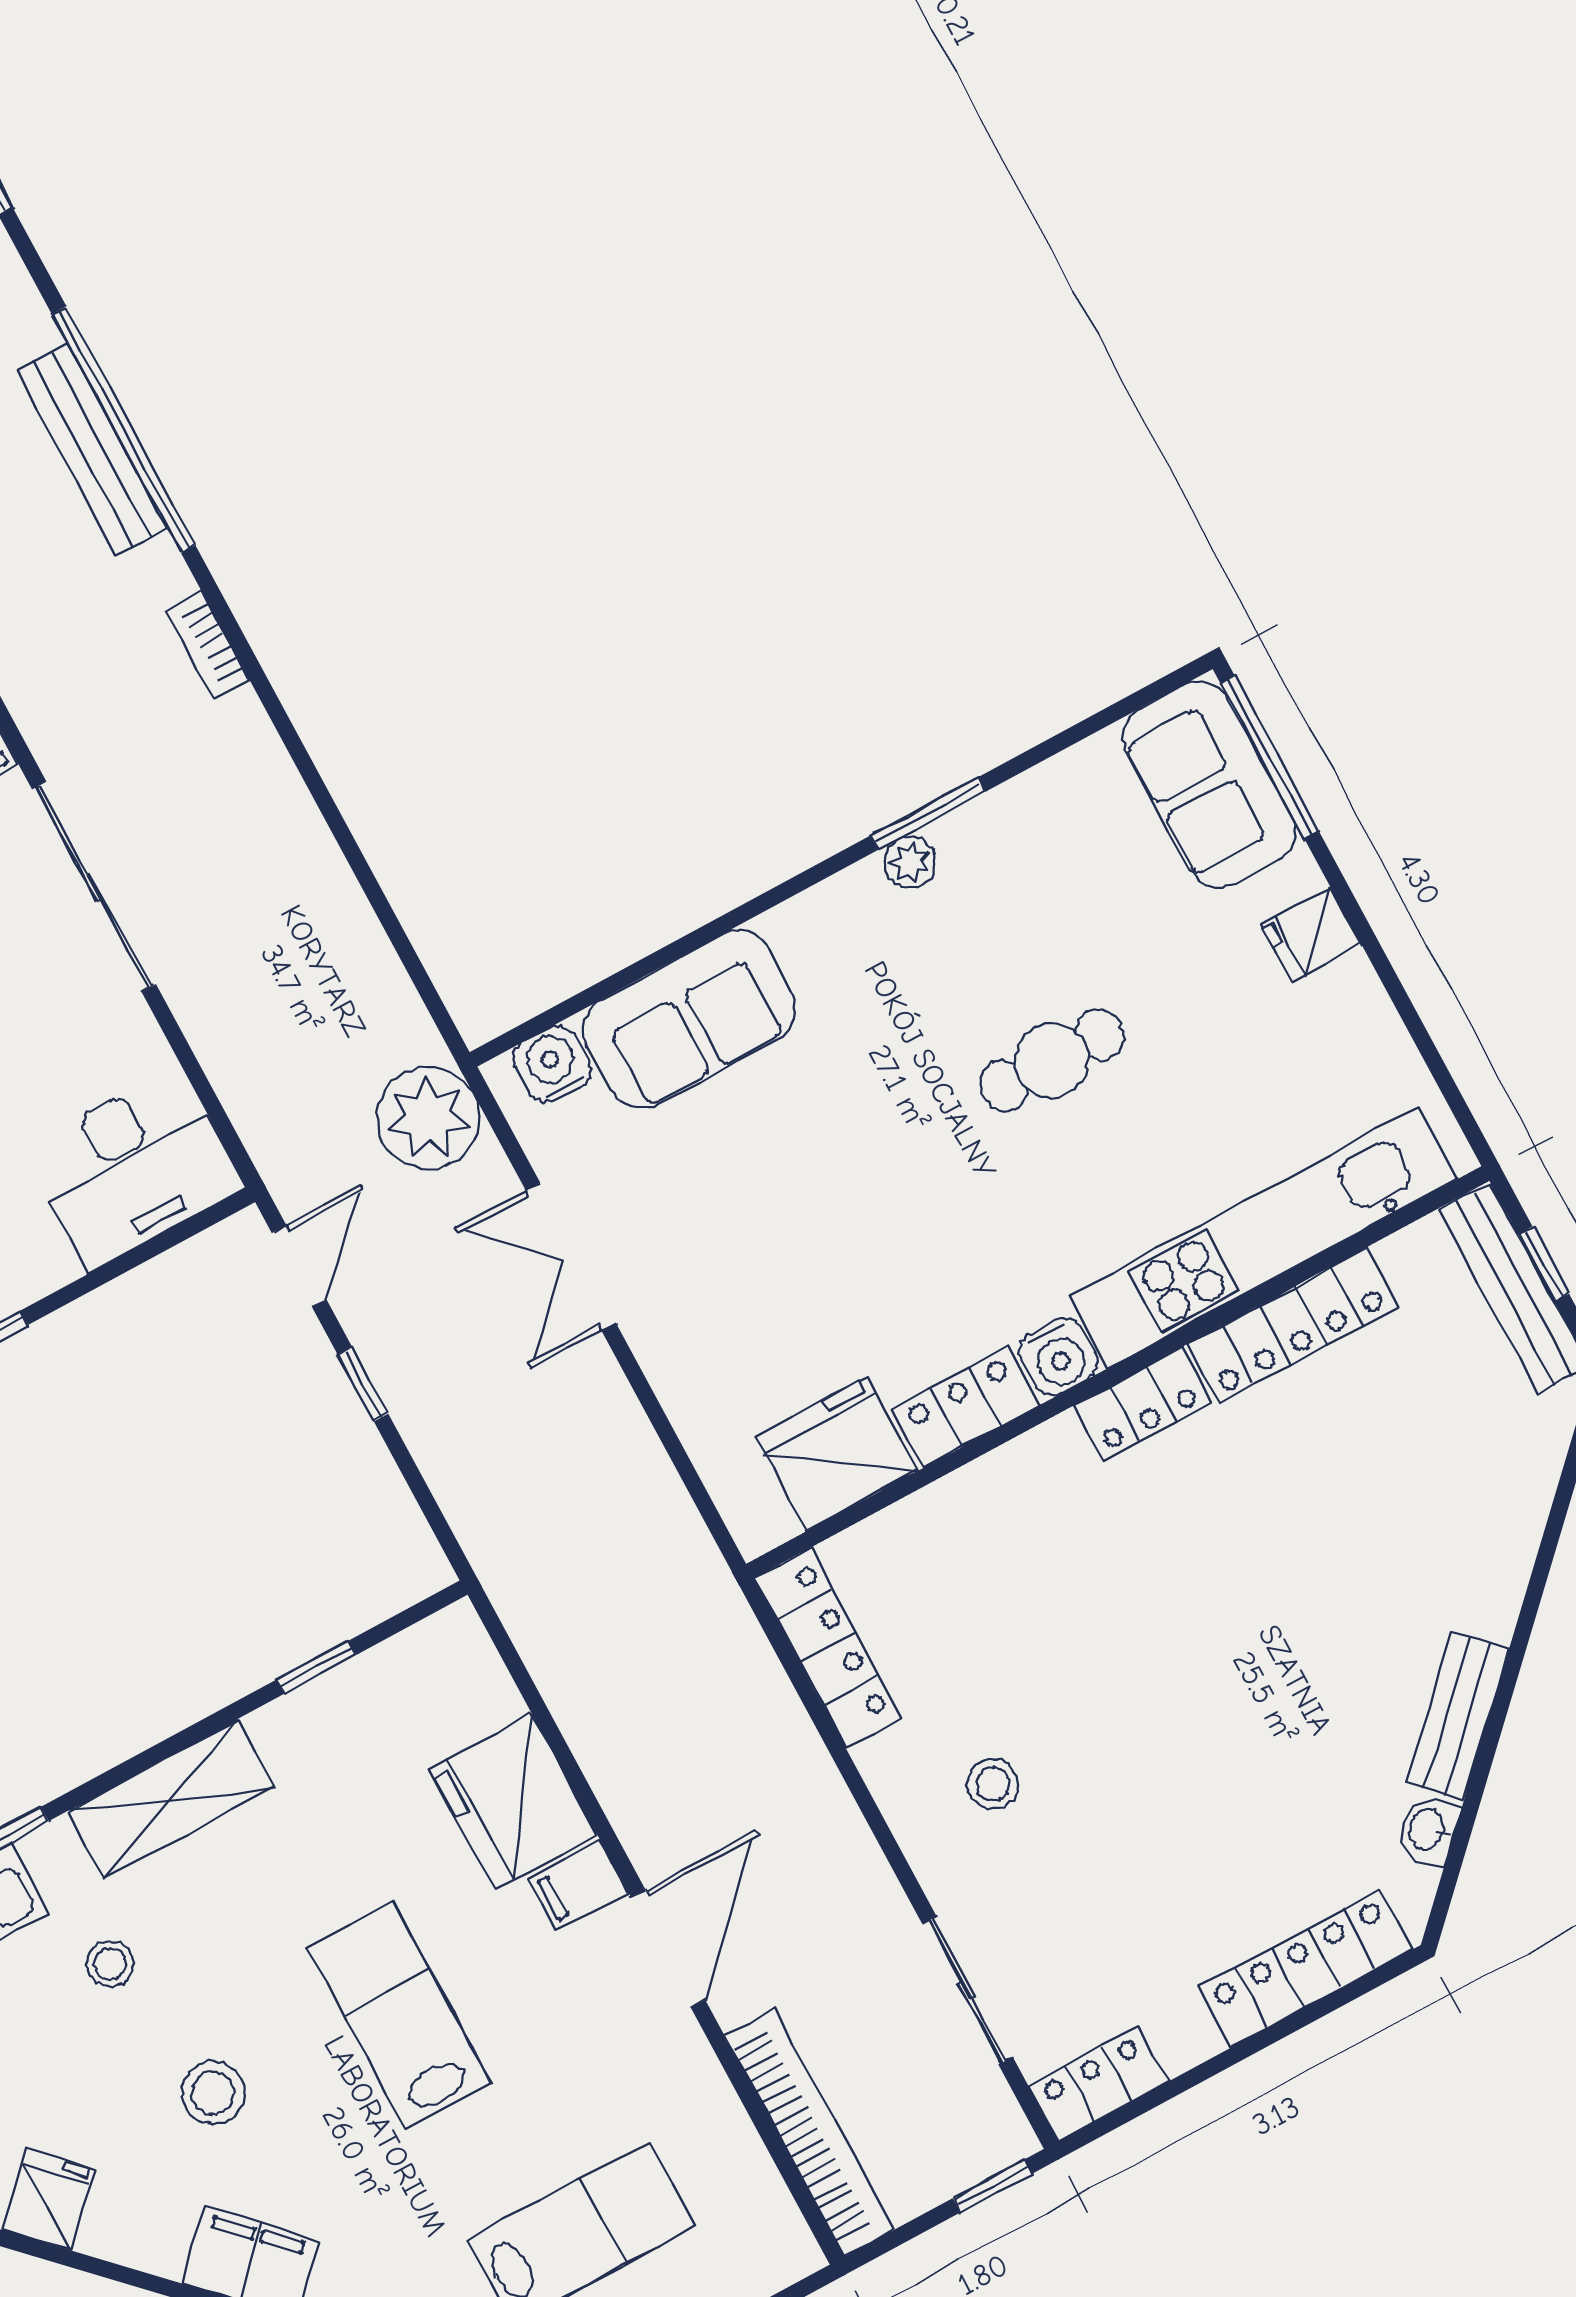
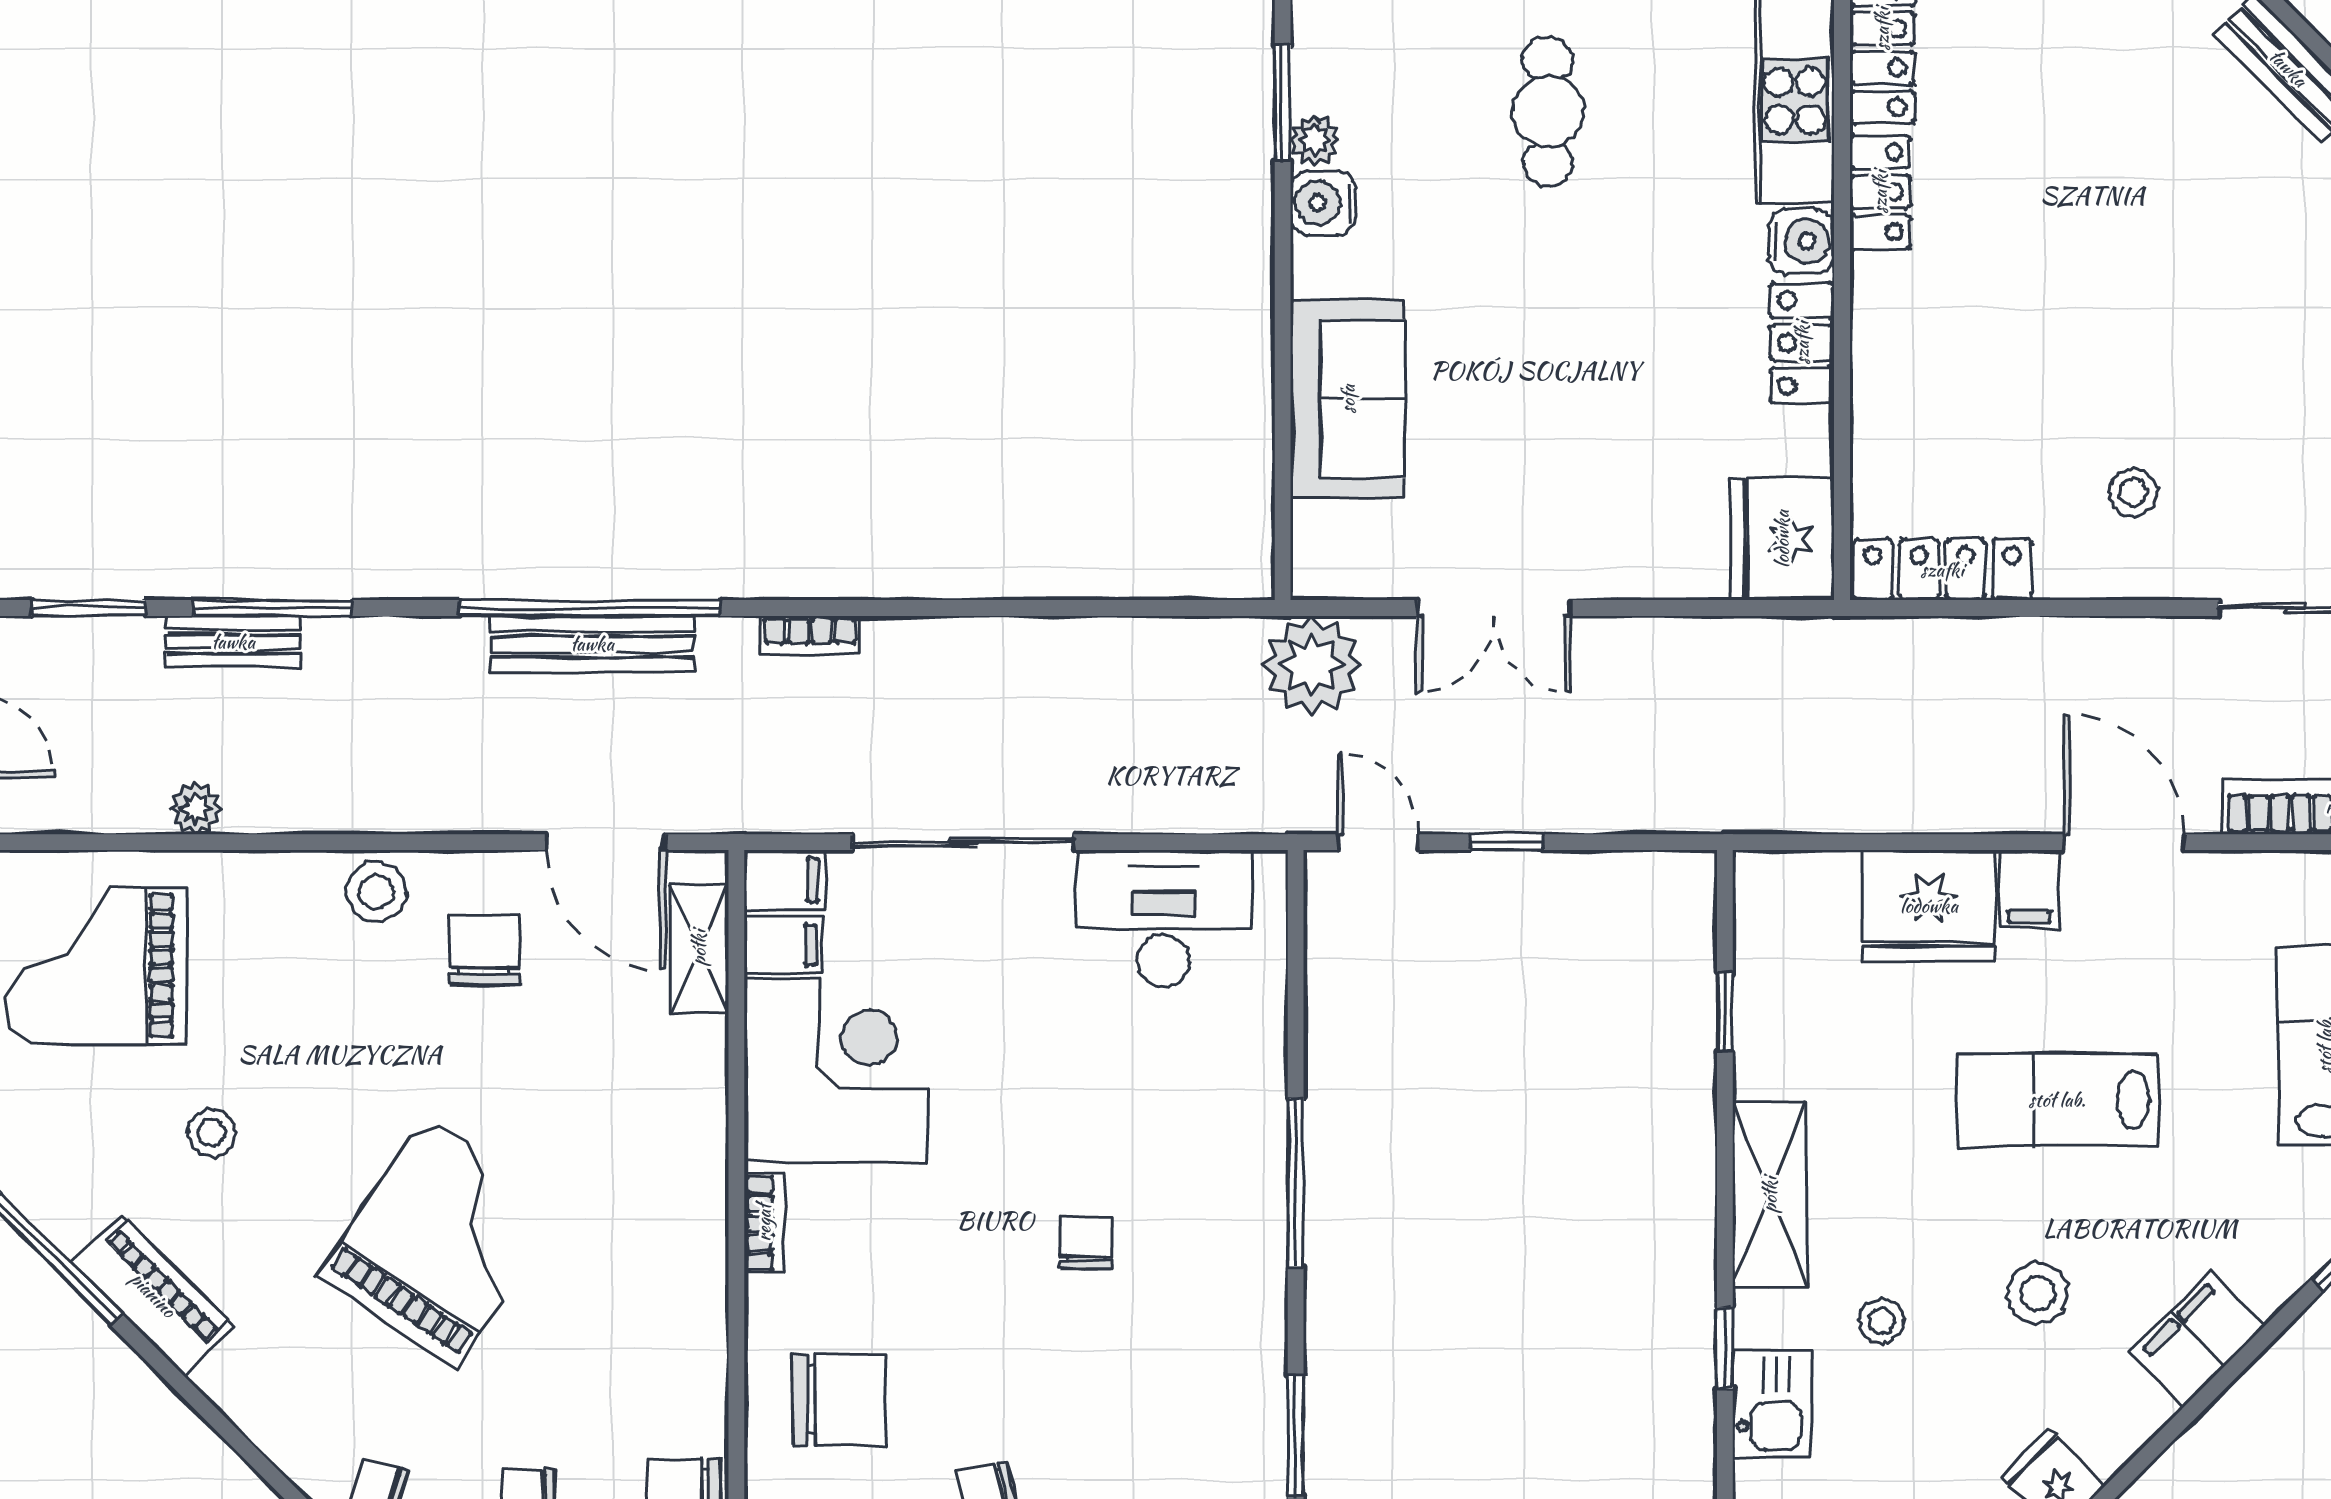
water cooler: (553, 1064) -> (1323, 203), moved
desk: (134, 1168) -> (1163, 918), moved, turned -90
fridge: (837, 1454) -> (1782, 539), moved

